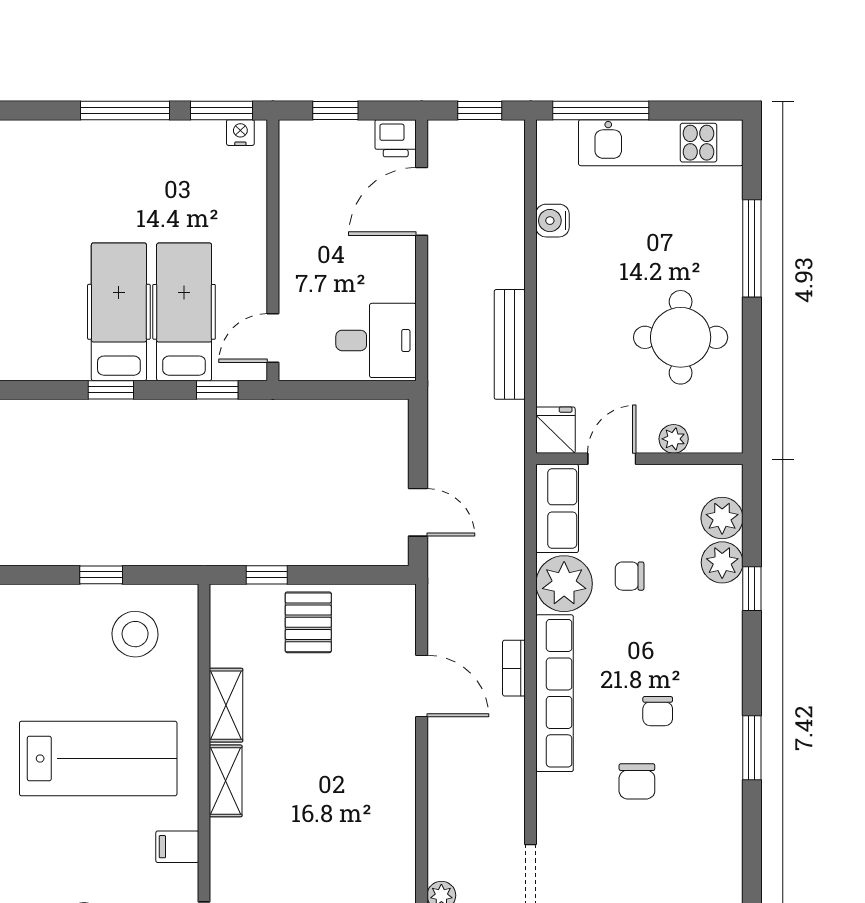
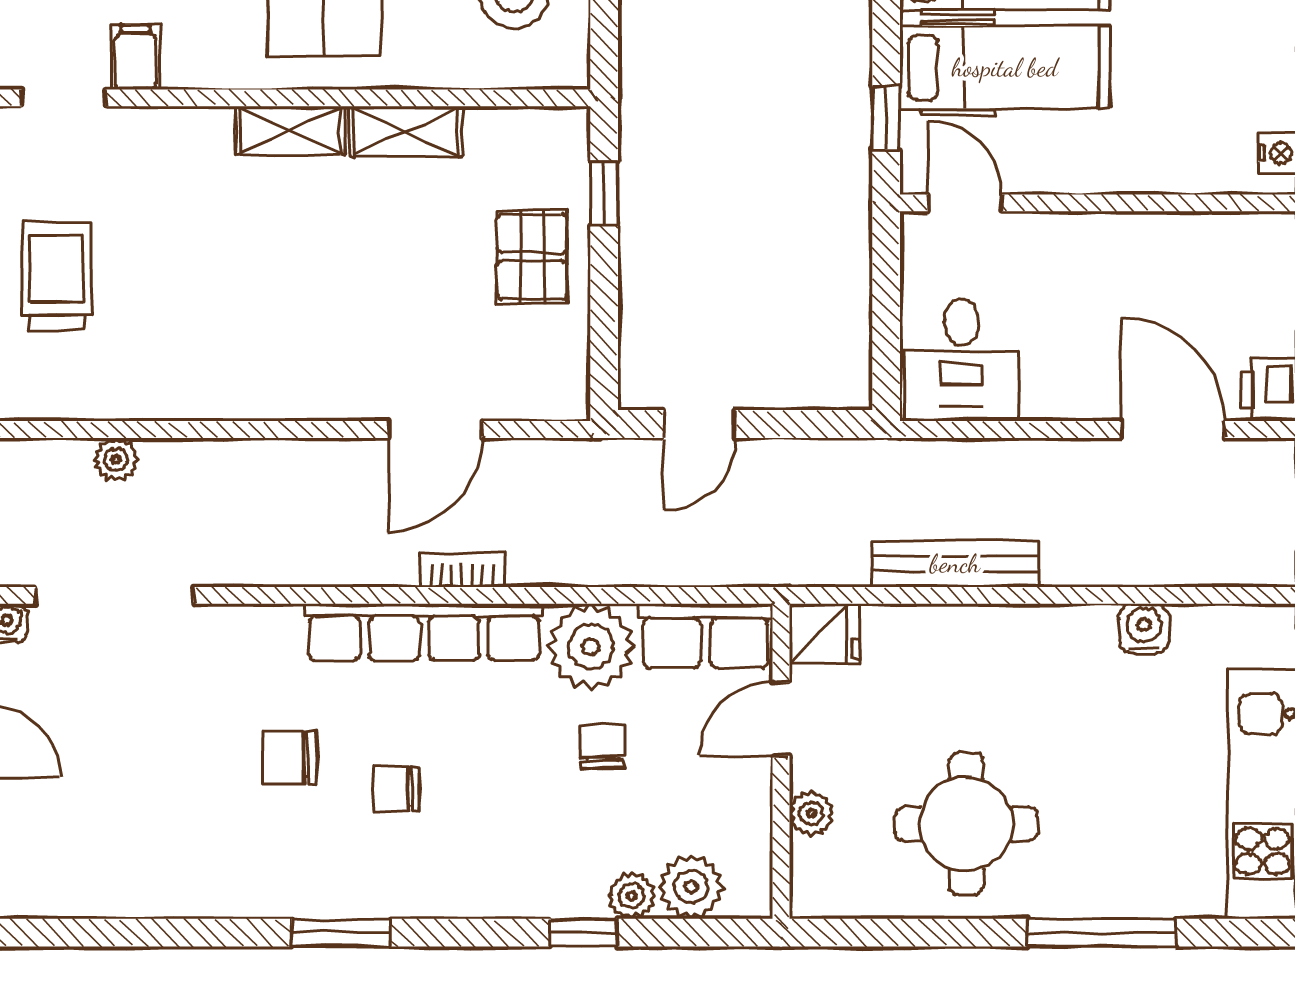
door: (612, 459) -> (781, 719), swing flipped
plant: (722, 562) -> (632, 896), width x0.73, depth x0.73
pallet: (308, 622) -> (532, 257), turned 90
filing cabinet: (177, 847) -> (135, 57), moved

